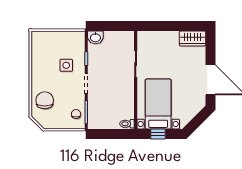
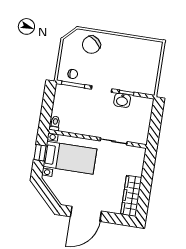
washbasin: (95, 37) -> (122, 100), moved, turned -90
wardrobe: (193, 38) -> (131, 196), width x1.50
side table: (66, 65) -> (123, 72), removed
chair: (45, 100) -> (91, 45), turned 130

